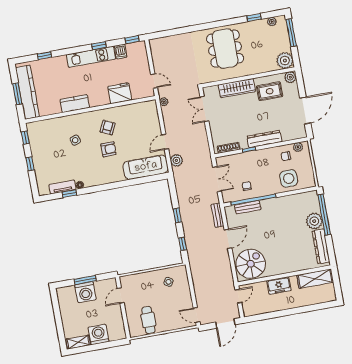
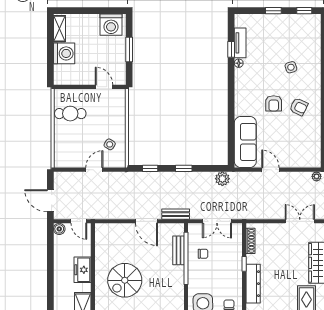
plant: (176, 160) -> (222, 179), moved
spiral stairs: (251, 264) -> (125, 280), moved, turned 90
washing machine: (85, 292) -> (111, 25), moved, turned -90
boiler: (248, 312) -> (59, 229), added
door: (197, 315) -> (94, 170), moved

